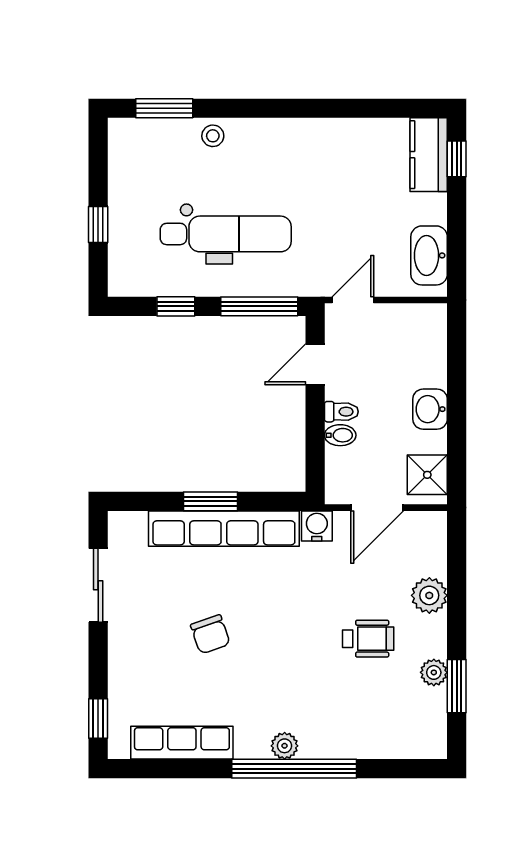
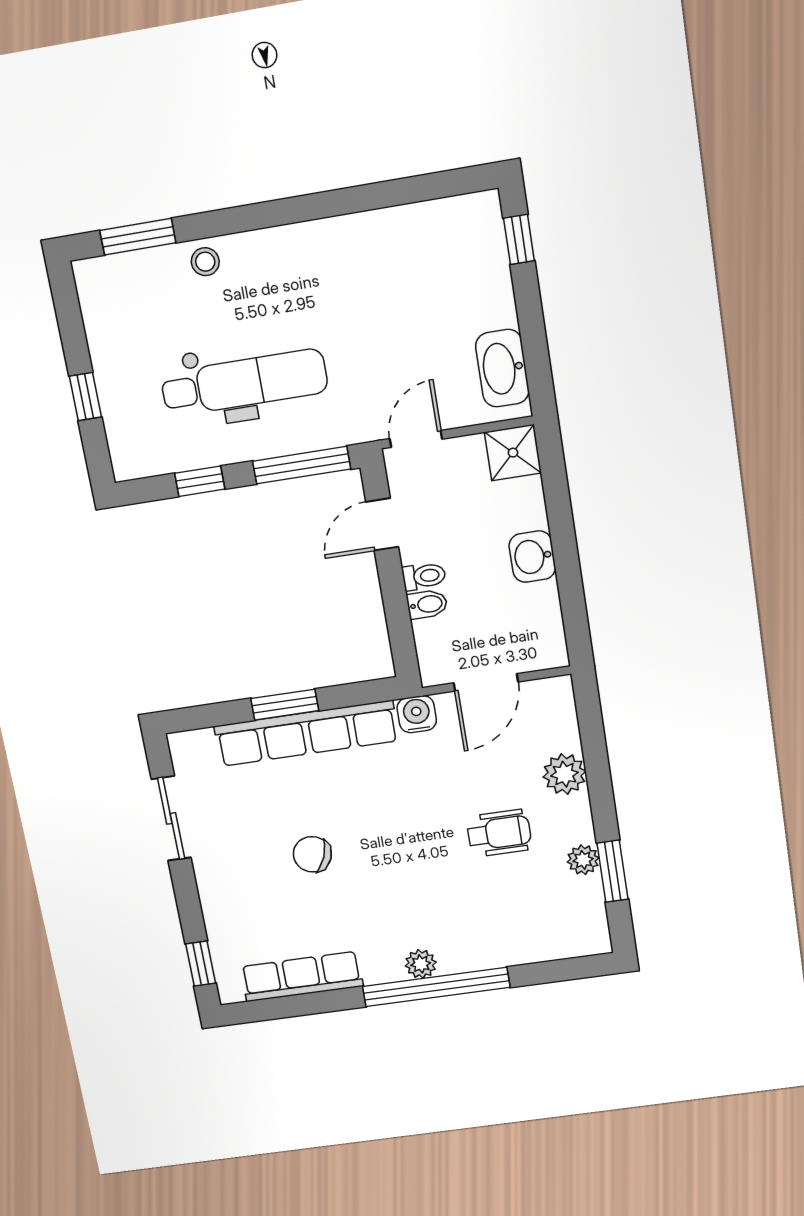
kitchen counter: (429, 155) -> (482, 240), removed
shower: (427, 475) -> (513, 453), moved
chair: (210, 634) -> (312, 854), turned 131

